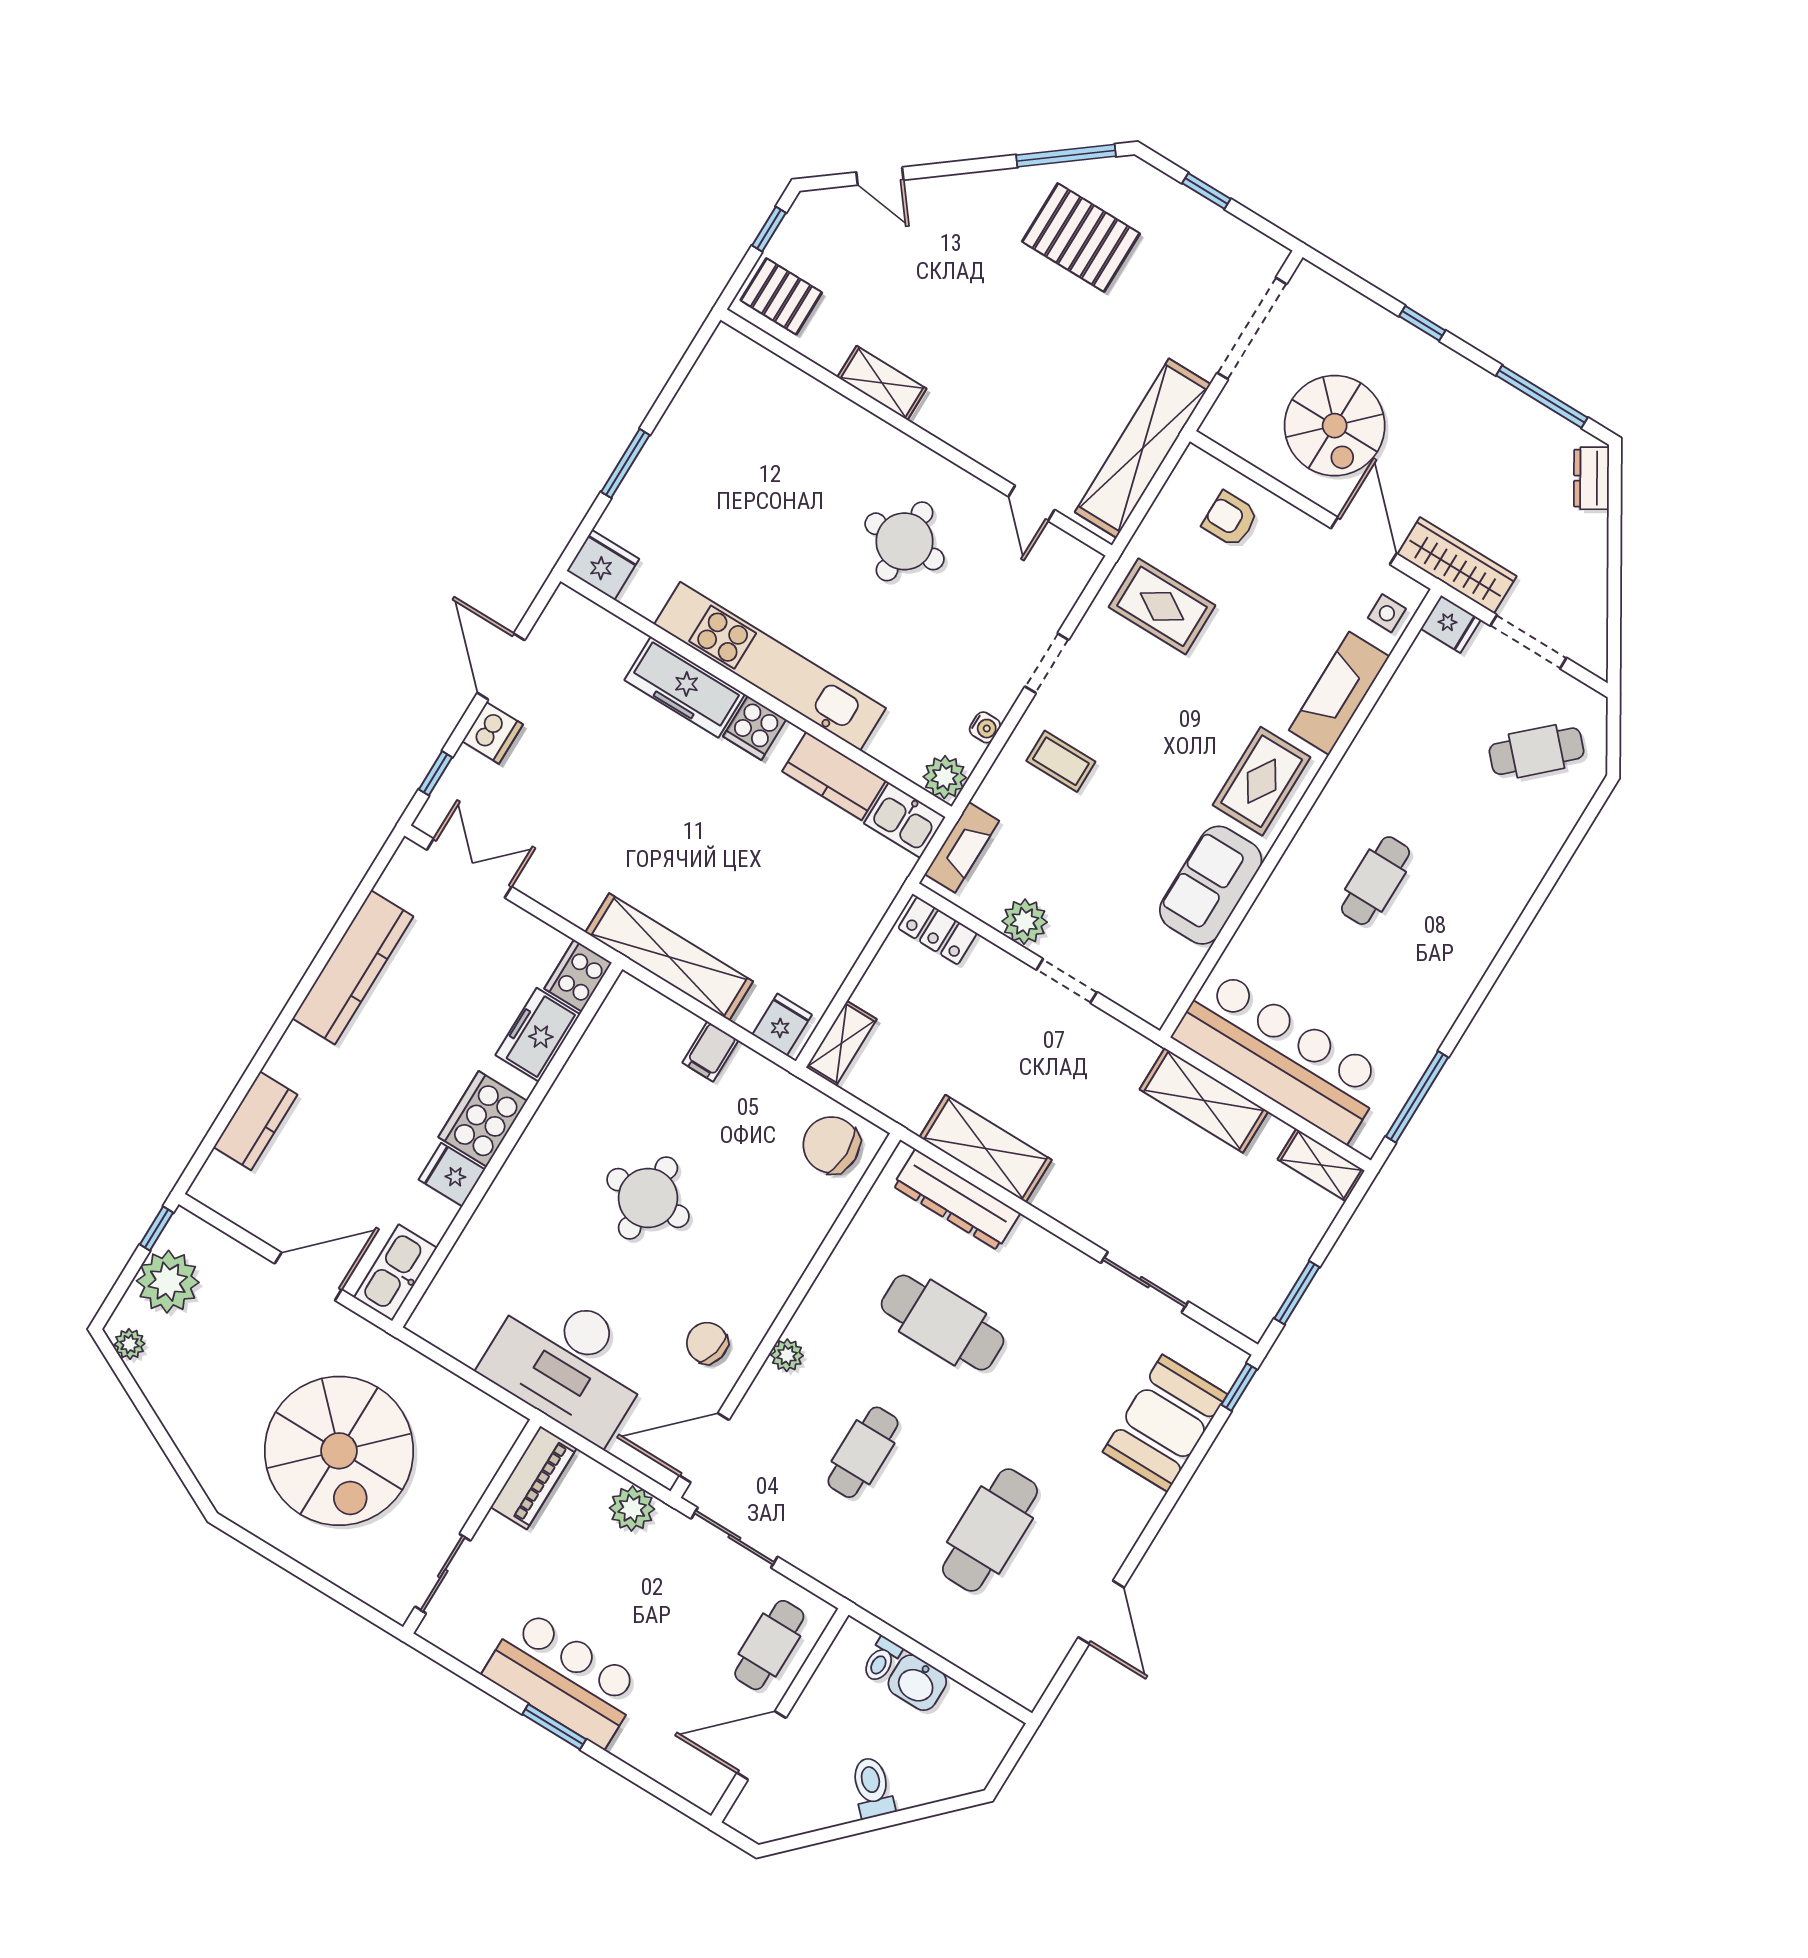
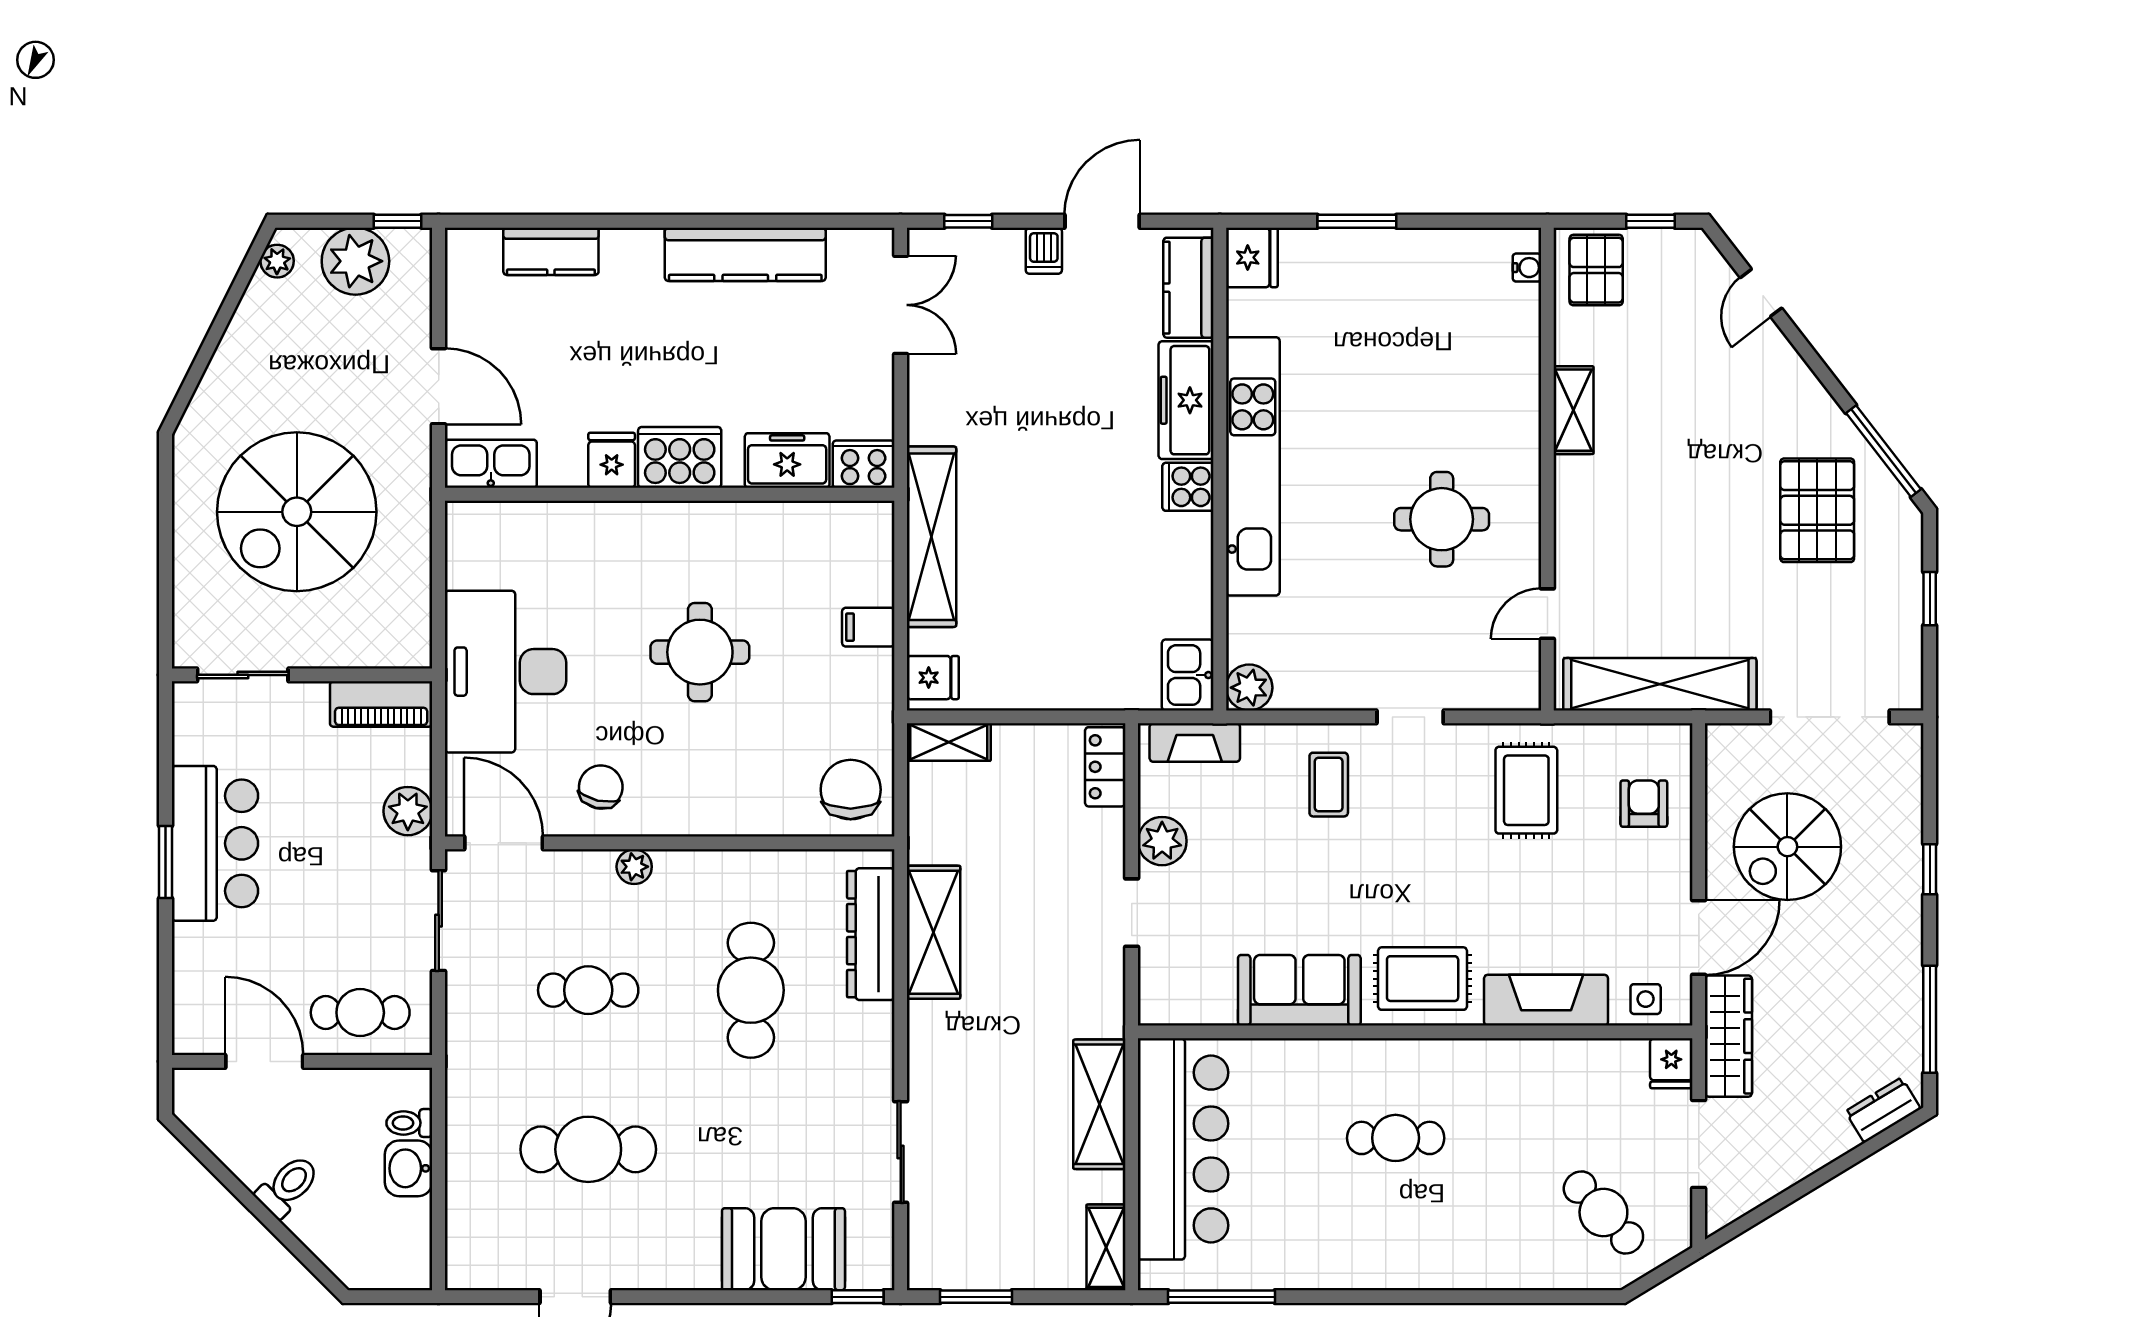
water cooler: (985, 727) -> (1527, 268), moved, turned -90
dishwasher: (493, 733) -> (1044, 251), width x0.73
kitchen counter: (834, 776) -> (1188, 288), moved

